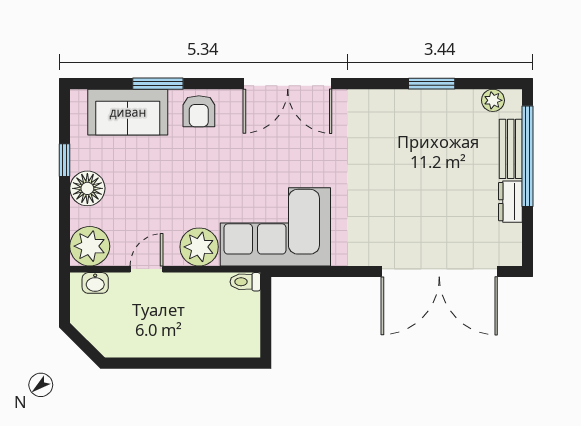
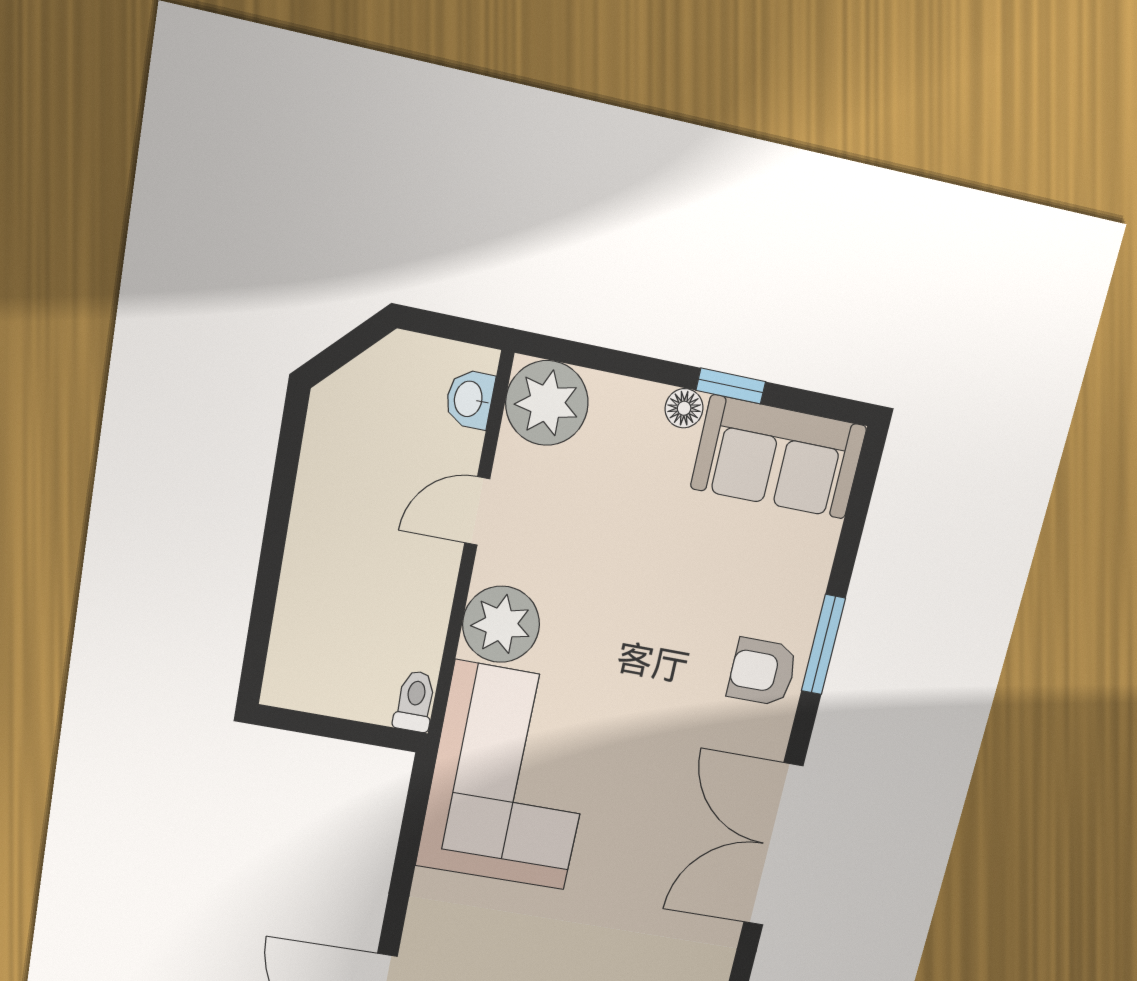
window: (158, 84) -> (823, 645), moved
sofa: (128, 112) -> (779, 457), moved, turned -90
floor lamp: (87, 188) -> (684, 408), width x0.53, depth x0.53
door: (146, 269) -> (477, 511), swing flipped

